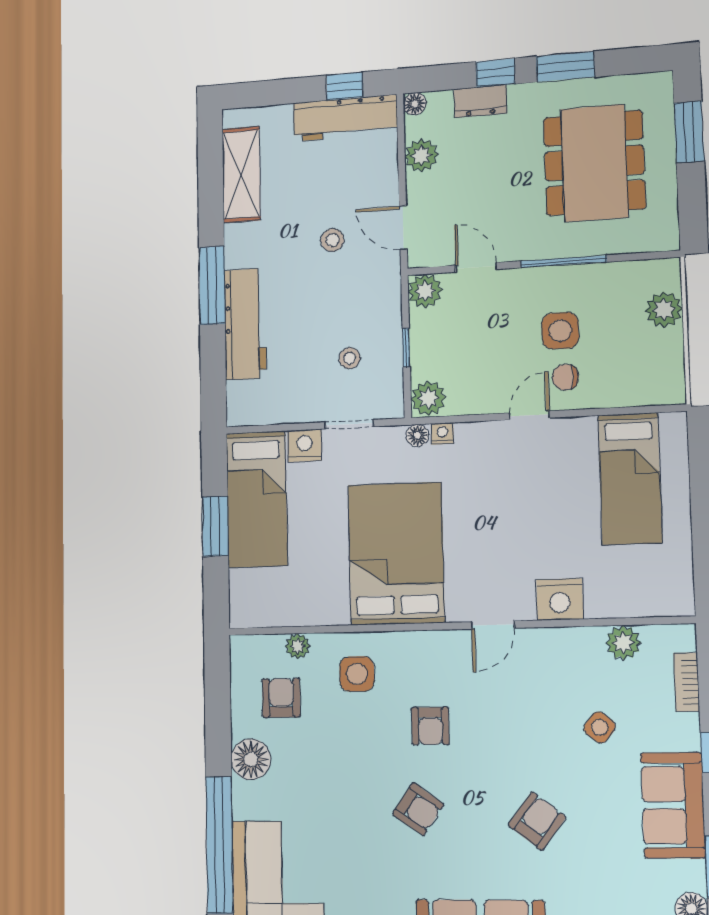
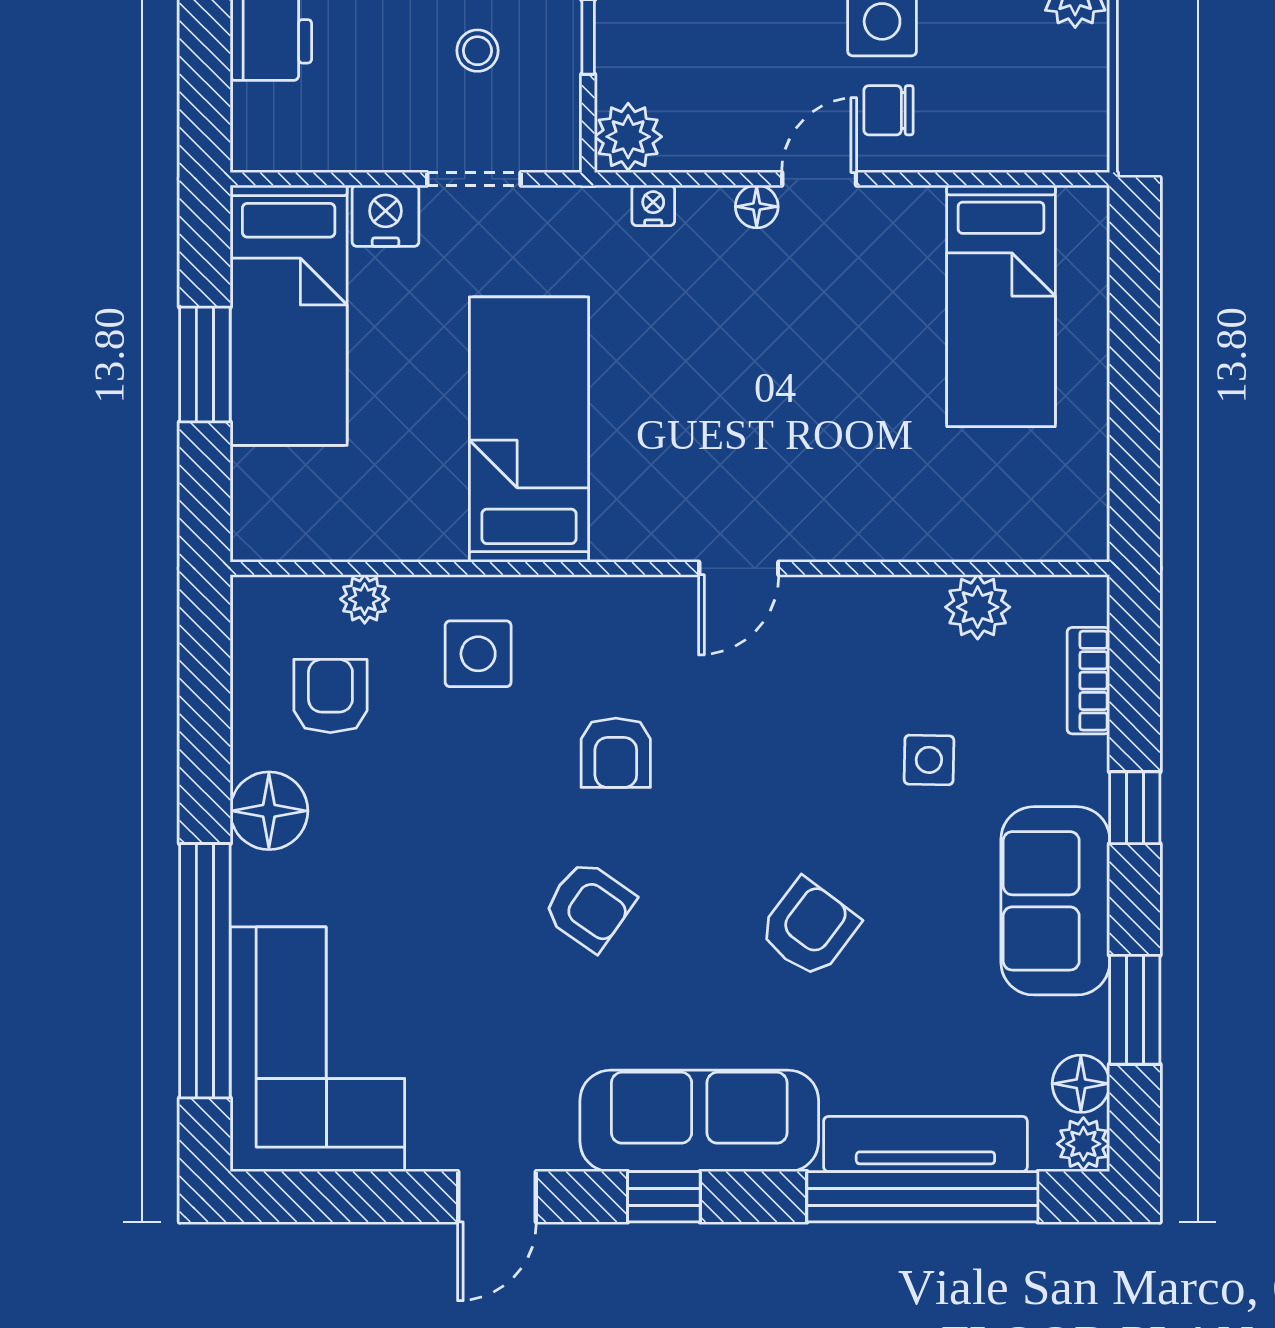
floor lamp: (417, 435) -> (757, 207), moved
bed: (396, 554) -> (529, 429), width x0.67
nightstand: (560, 599) -> (864, 524), removed
side table: (600, 727) -> (929, 760), turned -38

